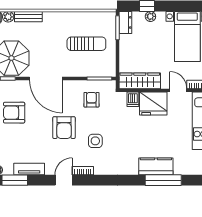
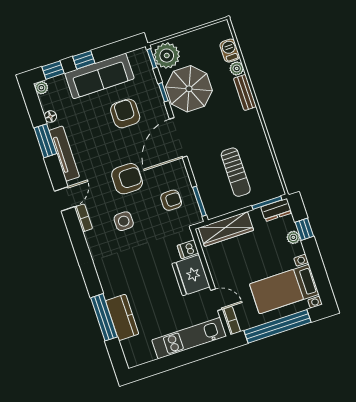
wardrobe: (140, 81) -> (226, 229), moved, turned 90
door: (178, 90) -> (216, 300), hinge flipped
armchair: (64, 128) -> (127, 179), turned 180
kitchen counter: (156, 166) -> (122, 317), moved
tv unit: (29, 169) -> (64, 154), width x1.41
door: (64, 180) -> (65, 199), hinge flipped

